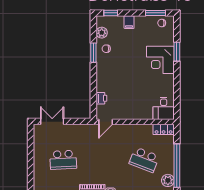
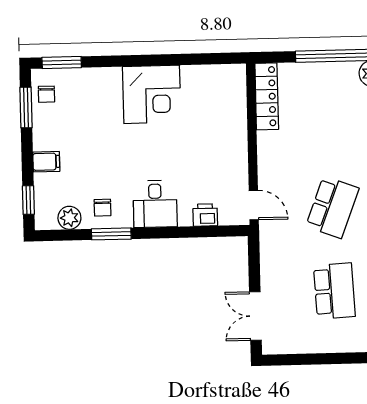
window: (177, 52) -> (62, 62), moved
corner desk: (160, 60) -> (152, 94), moved
desk: (164, 108) -> (155, 204), moved, turned 90
locker: (164, 129) -> (267, 96), width x1.53
school desk: (144, 160) -> (332, 207), moved

